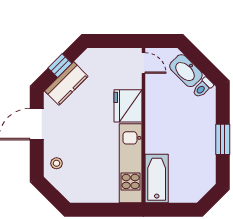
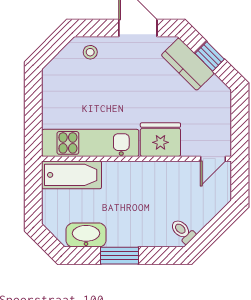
washbasin: (186, 71) -> (86, 235), moved, turned 45

